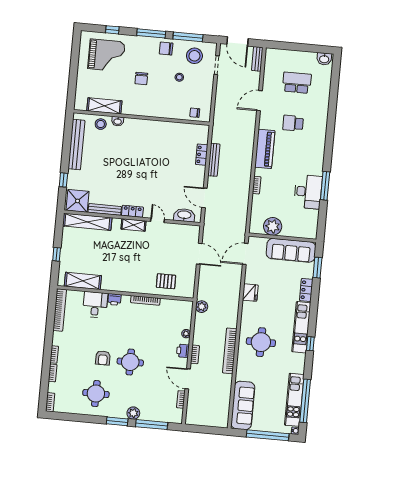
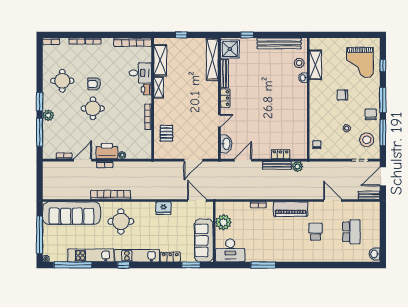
desk: (308, 192) -> (230, 250), moved
shelving: (133, 225) -> (159, 87), moved
plant: (202, 307) -> (297, 167), moved
printer: (183, 351) -> (107, 151), width x1.87, depth x1.48
kitchen unit: (294, 400) -> (91, 255), moved
sofa: (243, 405) -> (72, 213), width x1.36, depth x1.27

